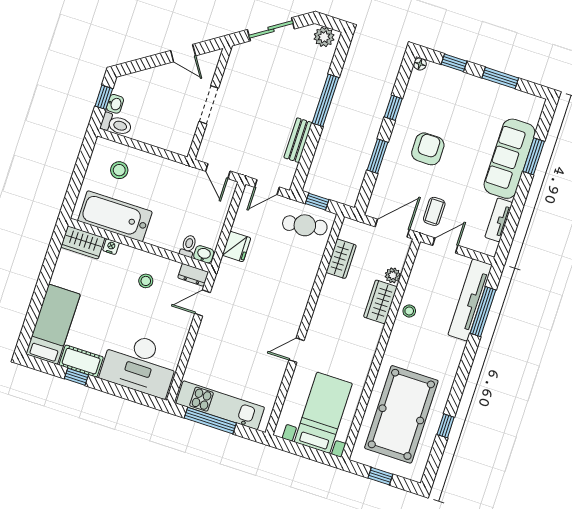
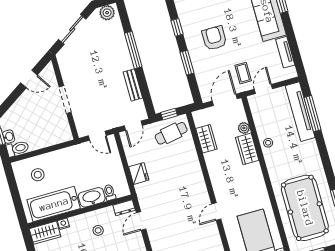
washbasin: (204, 254) -> (92, 197), moved, width x1.91, depth x1.45

